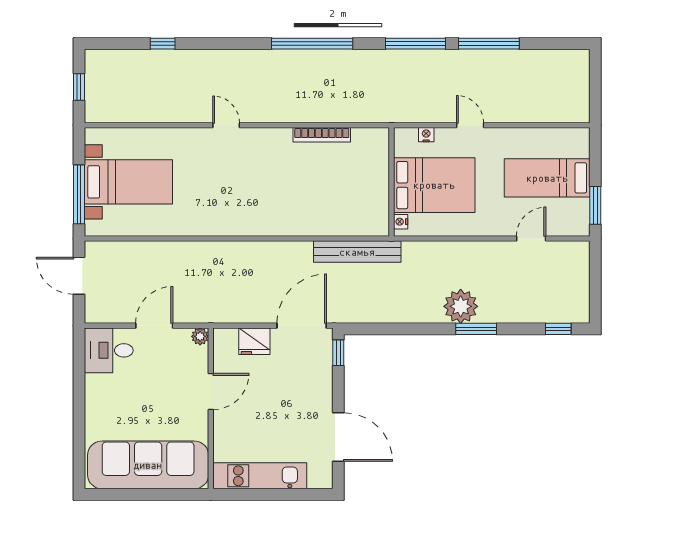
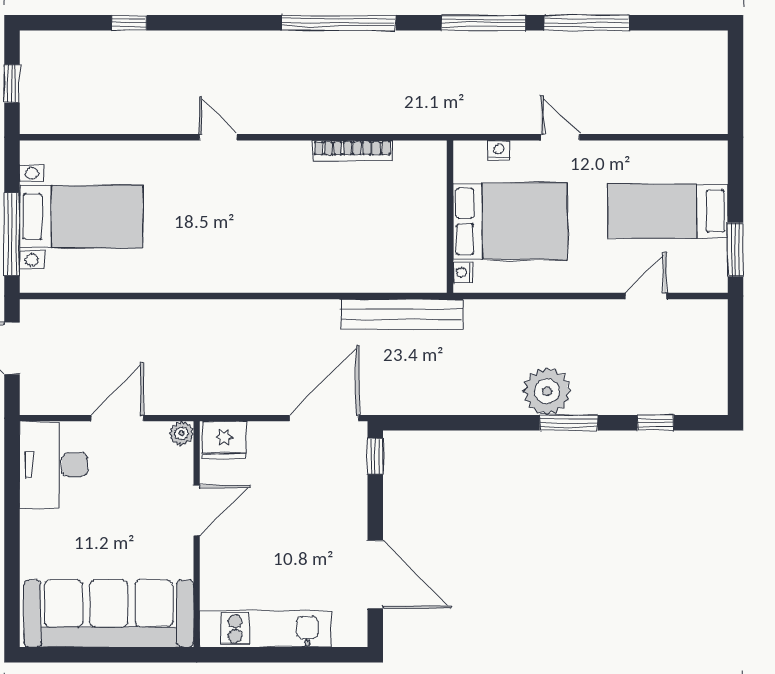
window: (558, 329) -> (655, 423), moved
fridge: (254, 341) -> (224, 440), moved
desk: (109, 350) -> (54, 465), width x1.37

